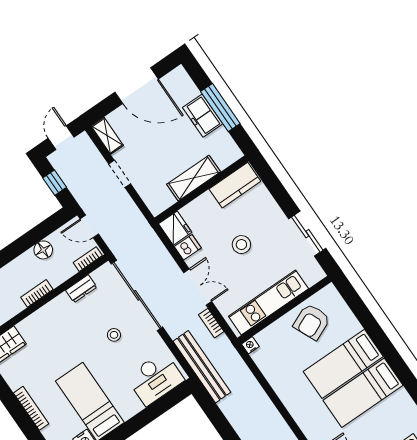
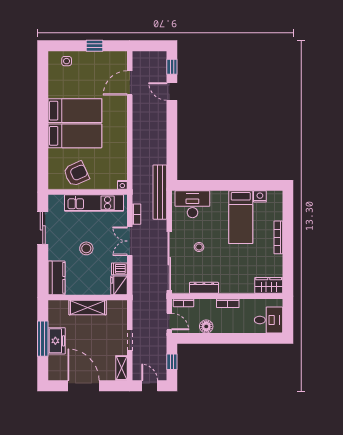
door: (61, 138) -> (150, 386), swing flipped
kitchen counter: (235, 185) -> (56, 278), moved, turned 90
dresser: (81, 289) -> (204, 288), width x1.44

